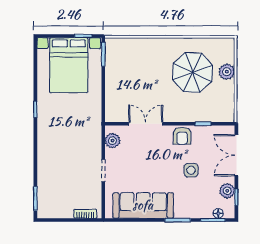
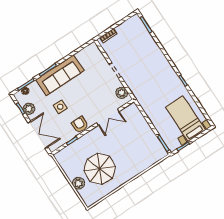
bed with nightstands: (69, 65) -> (186, 119), width x0.73
sofa: (143, 205) -> (60, 75), moved

